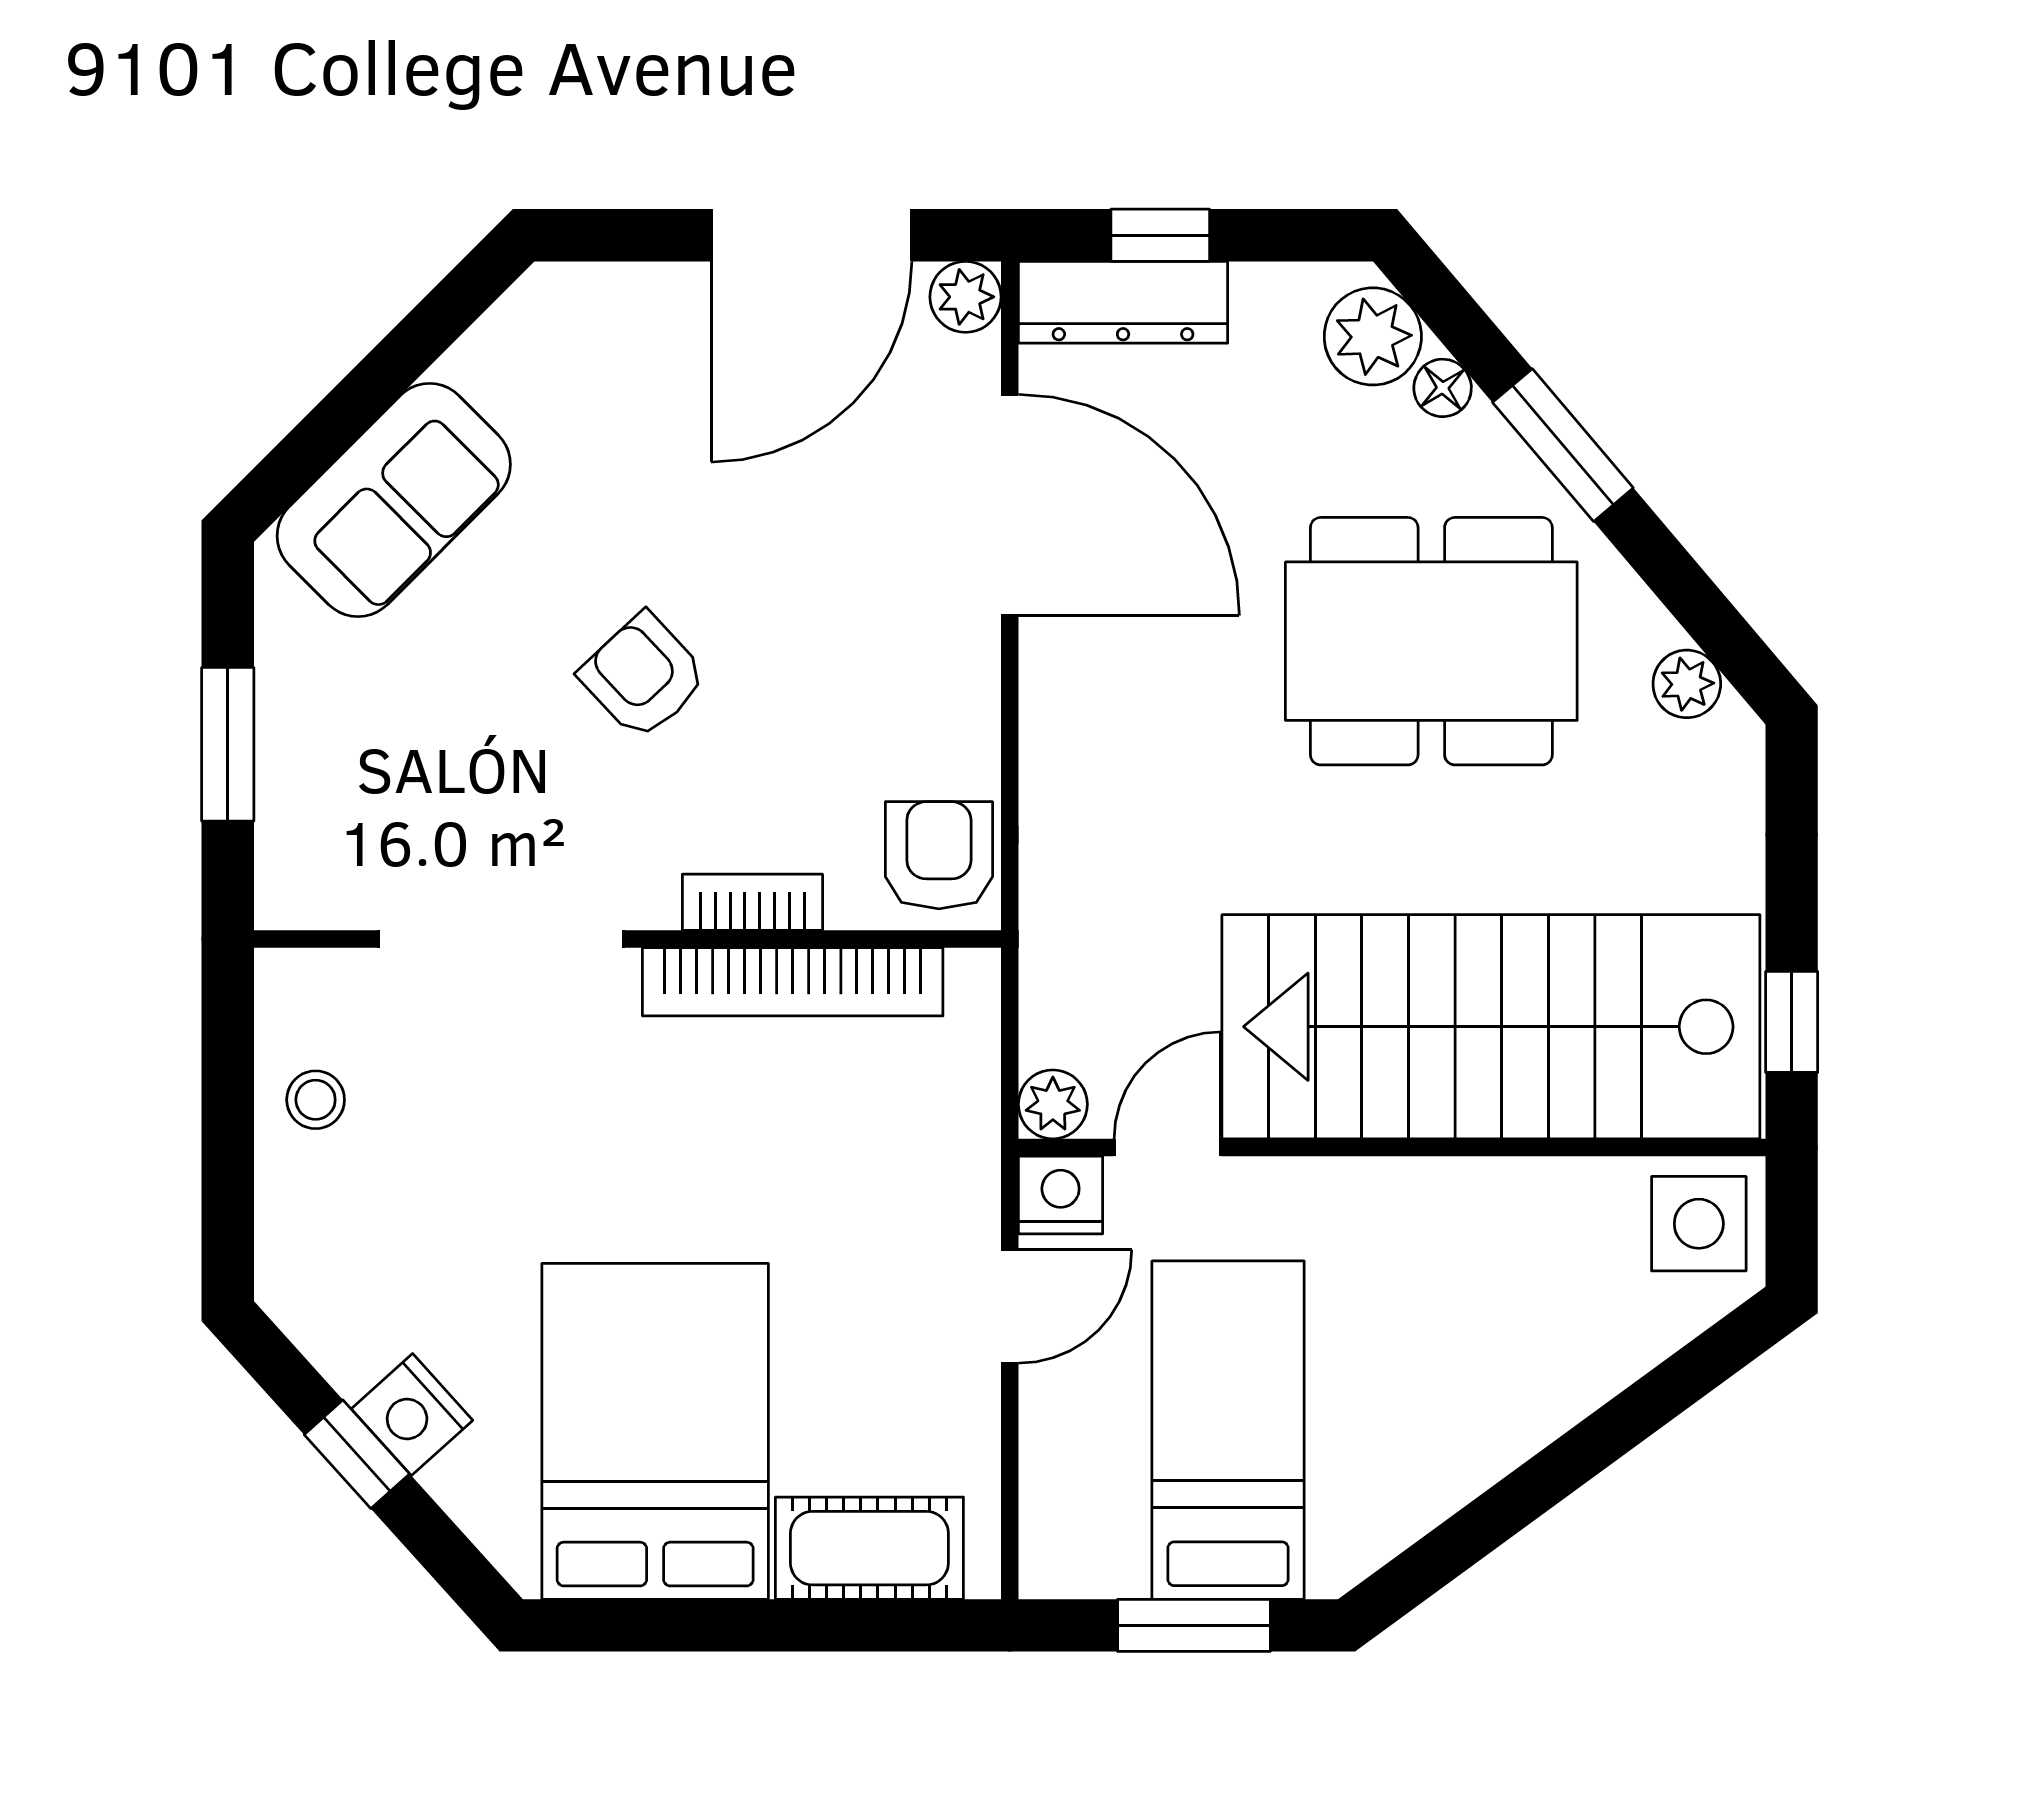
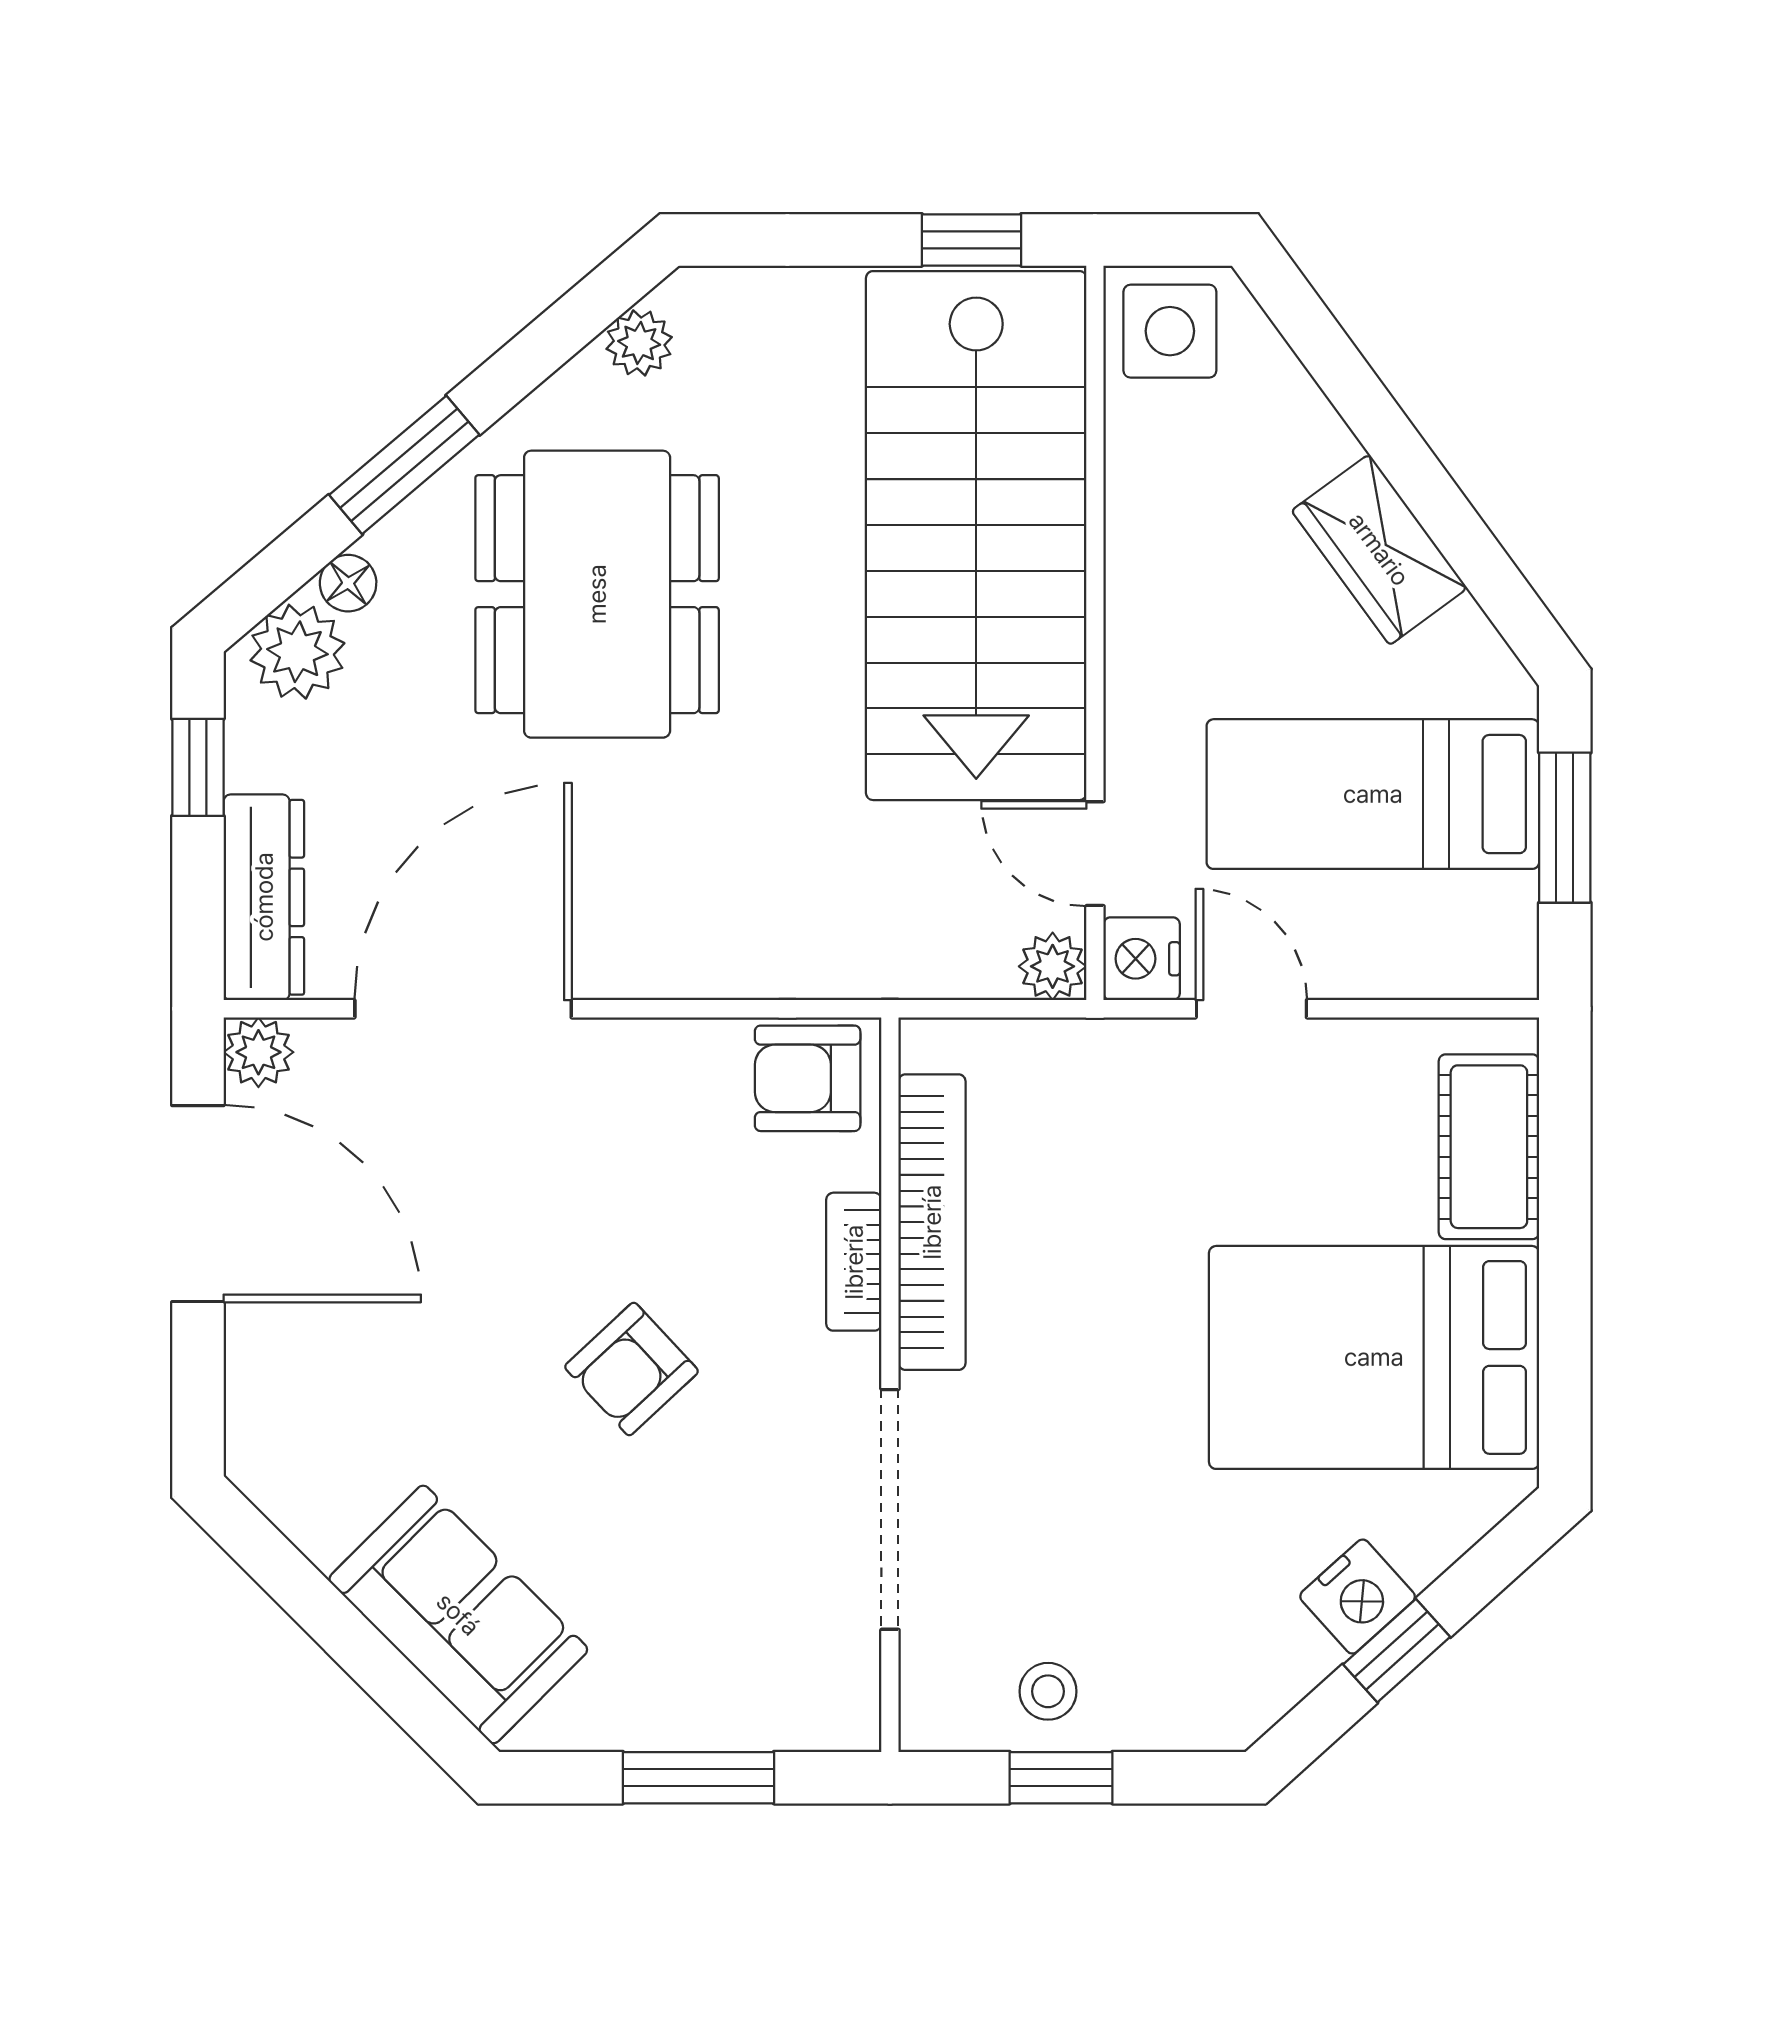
window: (1160, 235) -> (198, 767), moved
window: (228, 1113) -> (1061, 1778), added
wardrobe: (1477, 1437) -> (1379, 549), added

